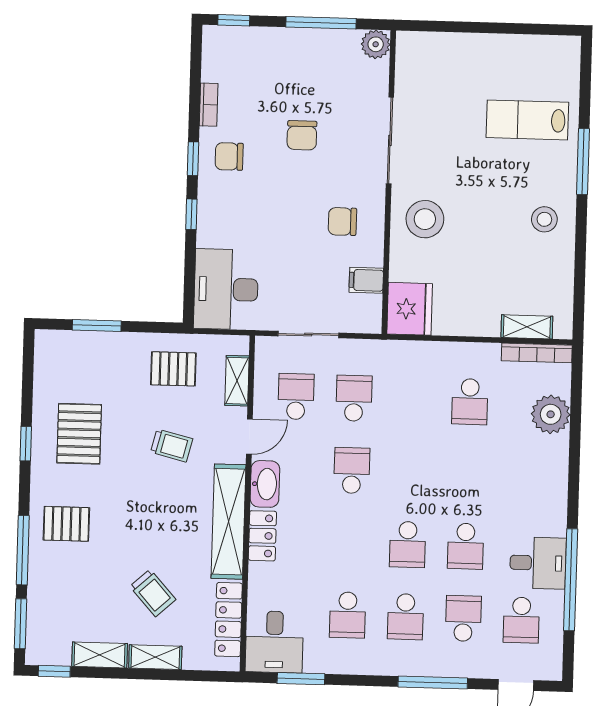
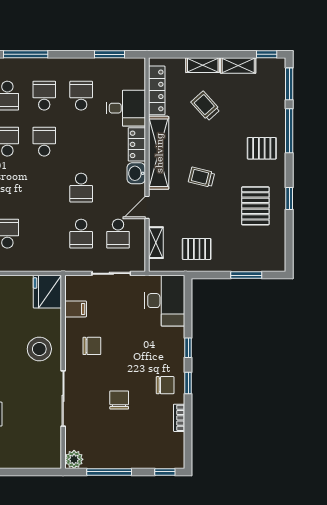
trolley: (172, 446) -> (202, 177), moved
washbasin: (265, 484) -> (136, 173), width x0.72
desk: (274, 642) -> (126, 108), moved, turned 90

